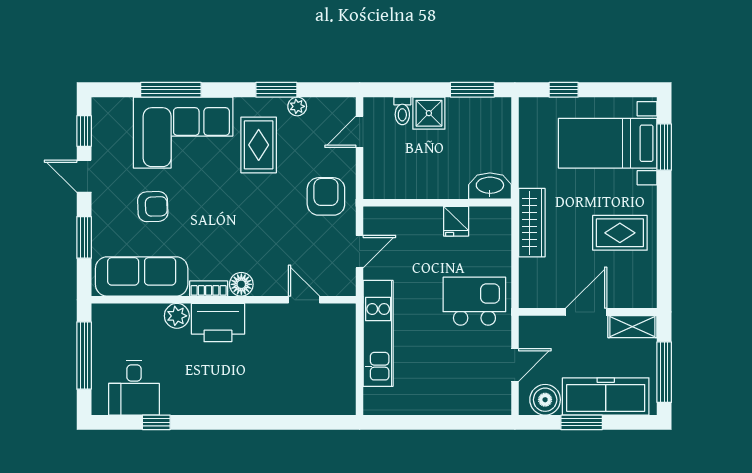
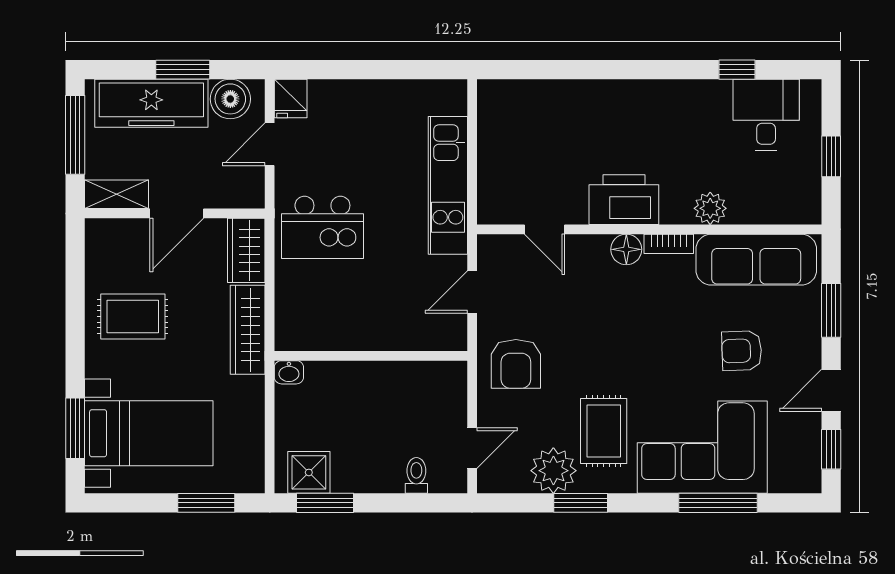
window: (564, 90) -> (206, 503), width x1.50
plant: (297, 106) -> (553, 471), width x1.88, depth x1.88
shower: (429, 113) -> (309, 472), moved
door: (84, 176) -> (831, 390), swing flipped
washbasin: (490, 186) -> (289, 372), width x0.52, depth x0.69
fridge: (456, 221) -> (291, 98), moved, turned 180
wardrobe: (533, 284) -> (246, 250), added
printer: (218, 323) -> (624, 200), moved
window: (84, 356) -> (831, 156), width x0.46

